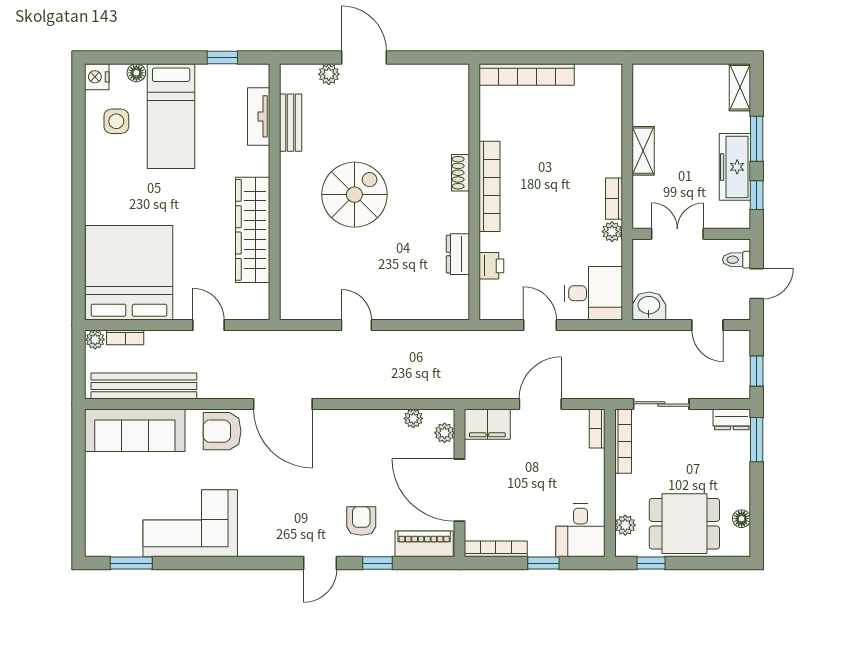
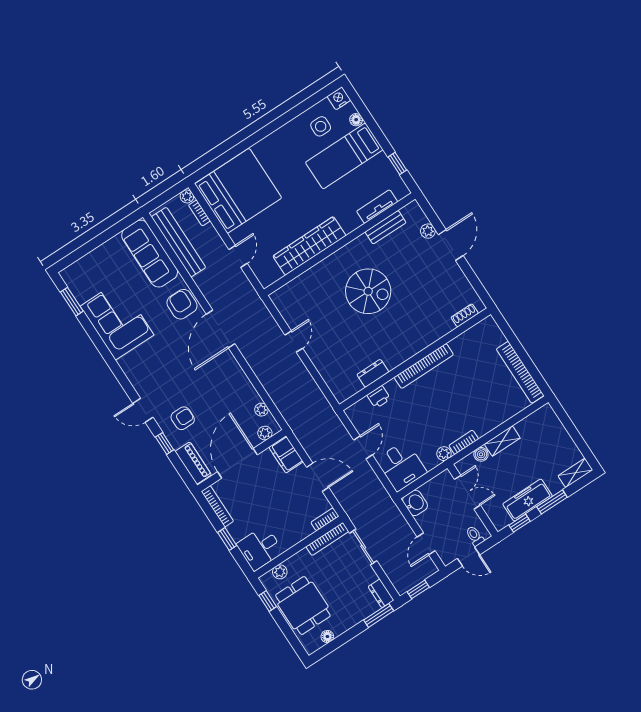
bookcase: (527, 74) -> (520, 372), moved
shoe rack: (460, 173) -> (465, 315), moved
boiler: (642, 187) -> (481, 454), added

